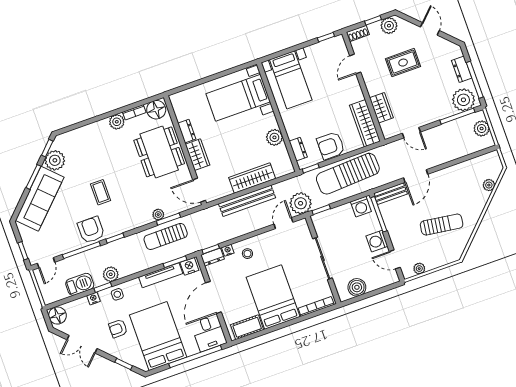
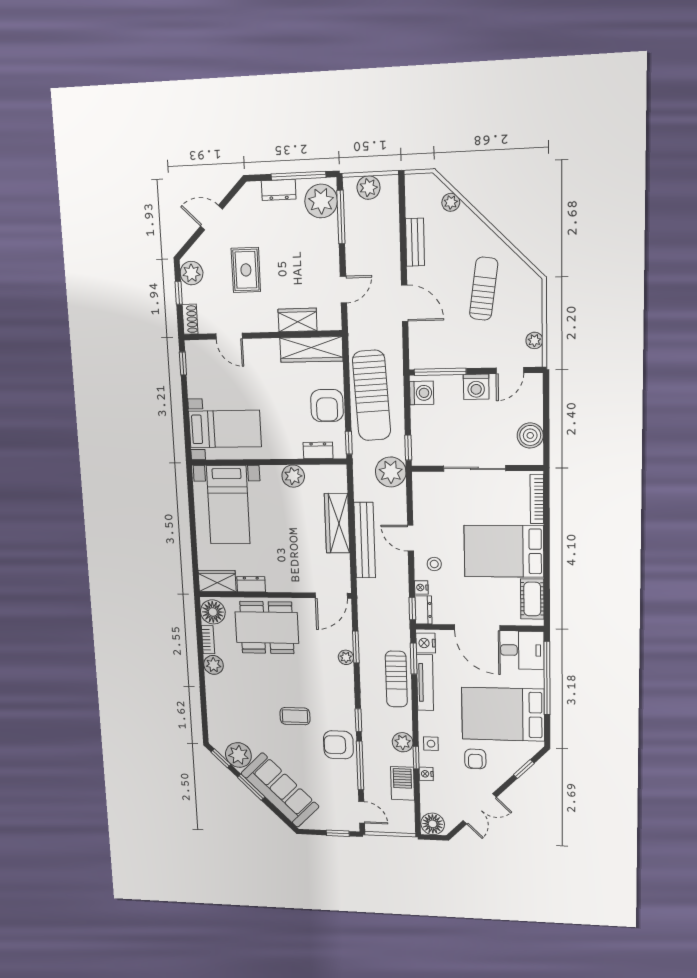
wardrobe: (197, 155) -> (217, 581), moved
bench: (390, 194) -> (415, 242), moved
door: (283, 223) -> (411, 538), moved
sun lounger: (166, 236) -> (396, 679), moved

